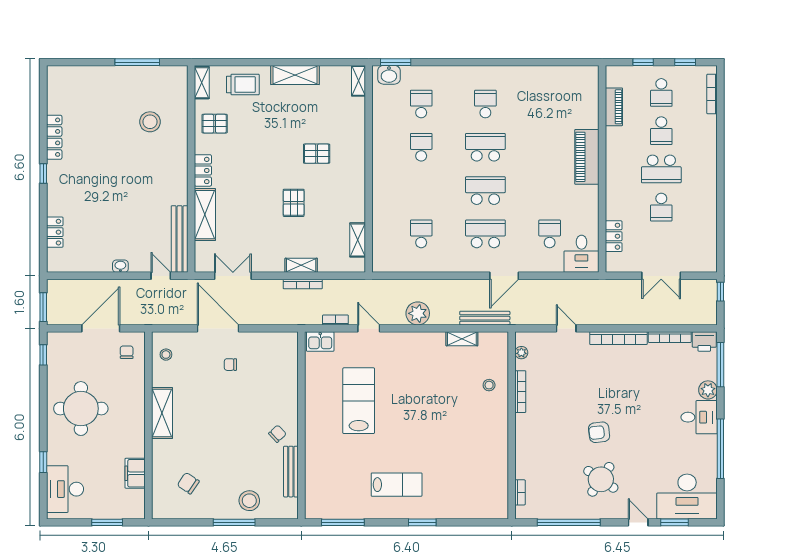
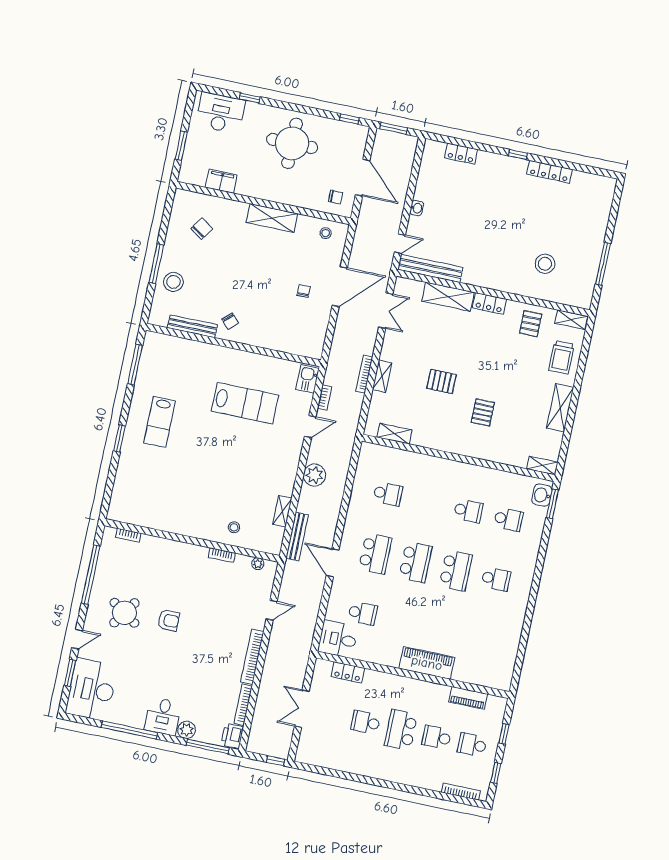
bookcase: (520, 392) -> (222, 555), width x0.64
armchair: (599, 432) -> (169, 620), turned 97

